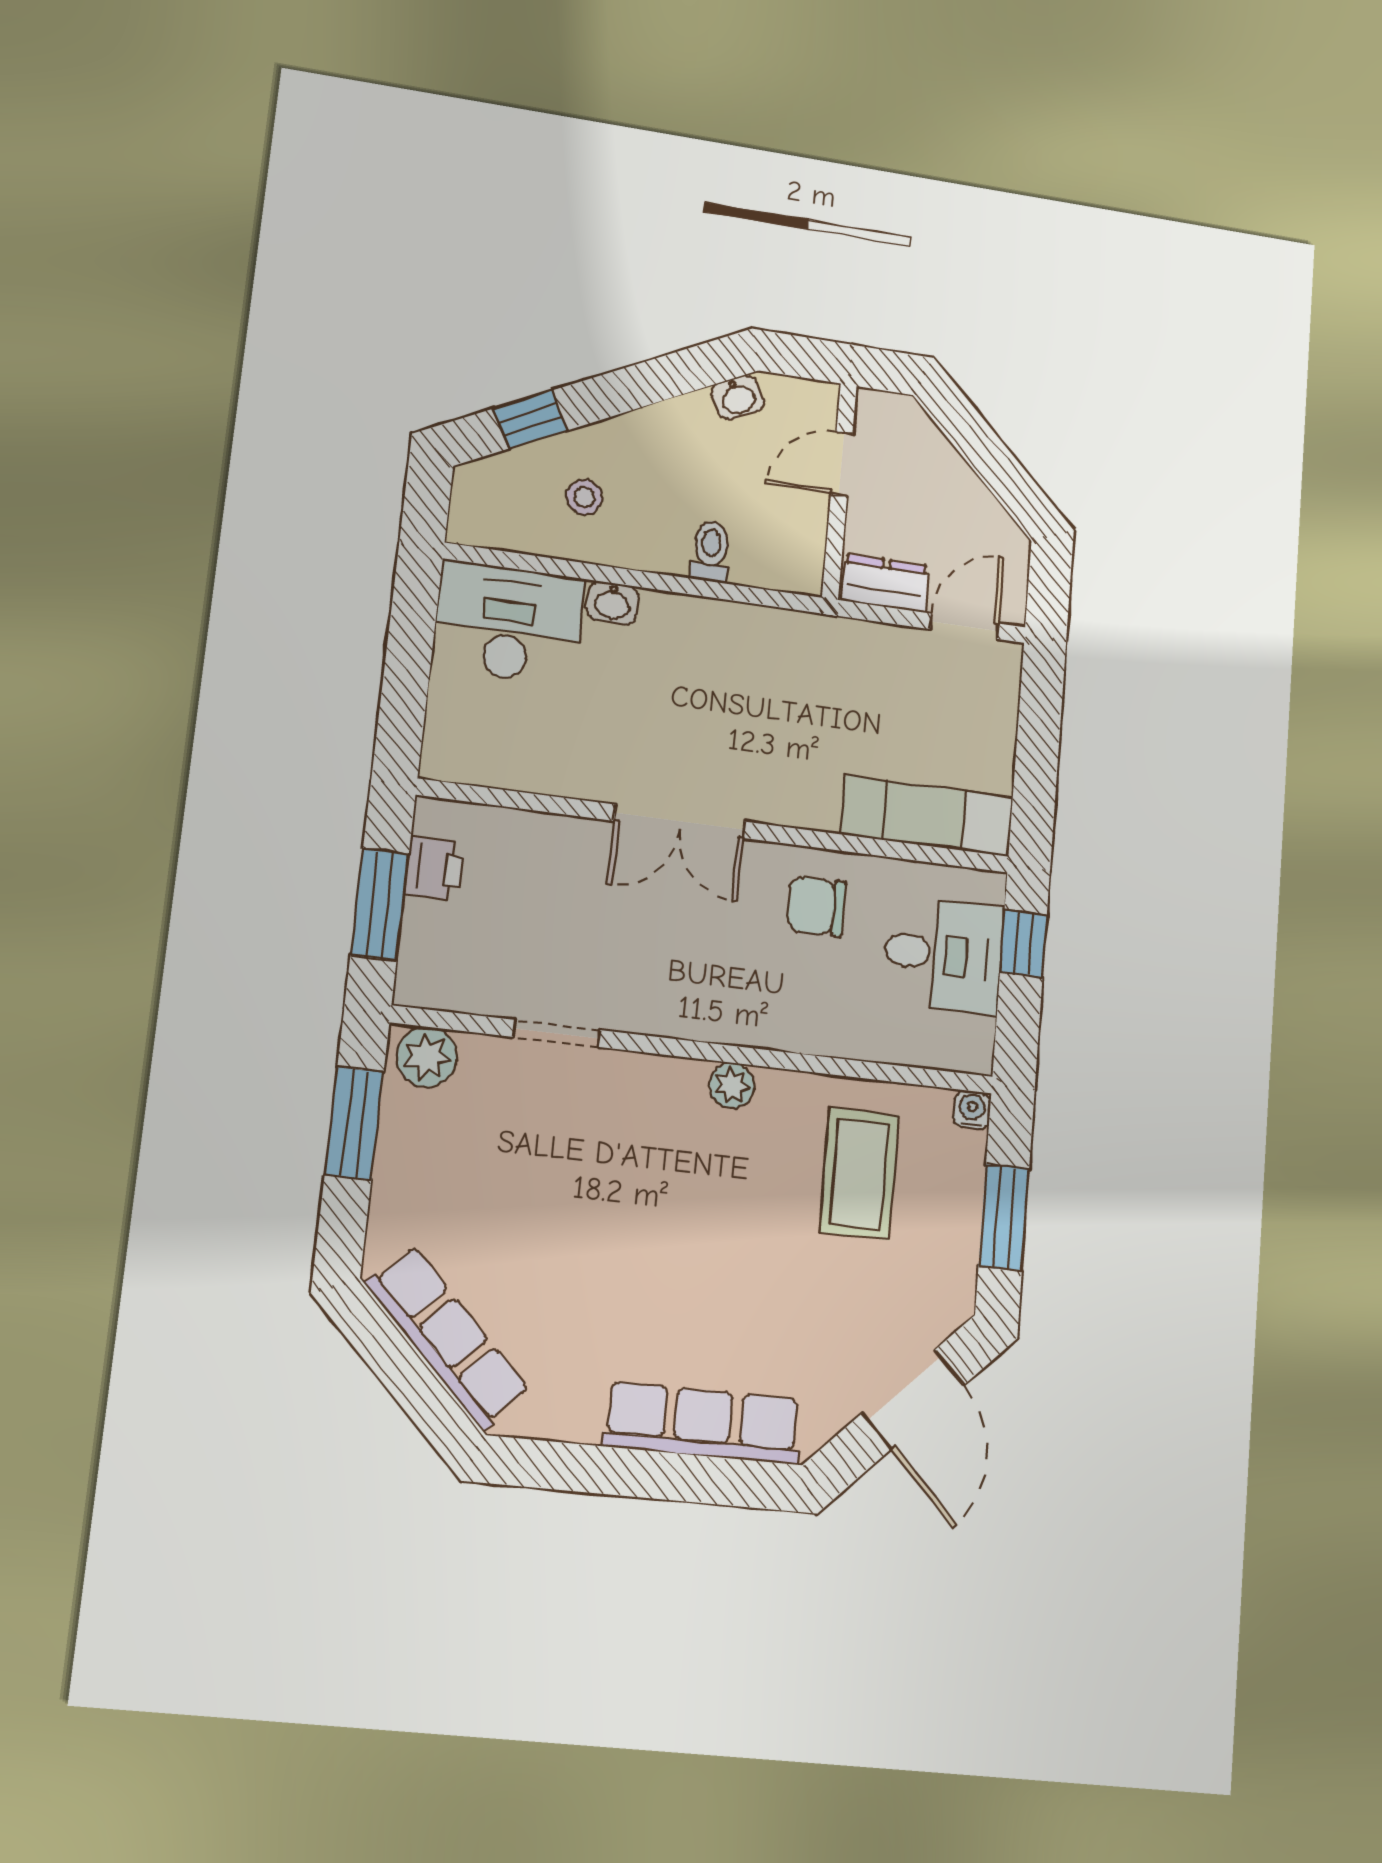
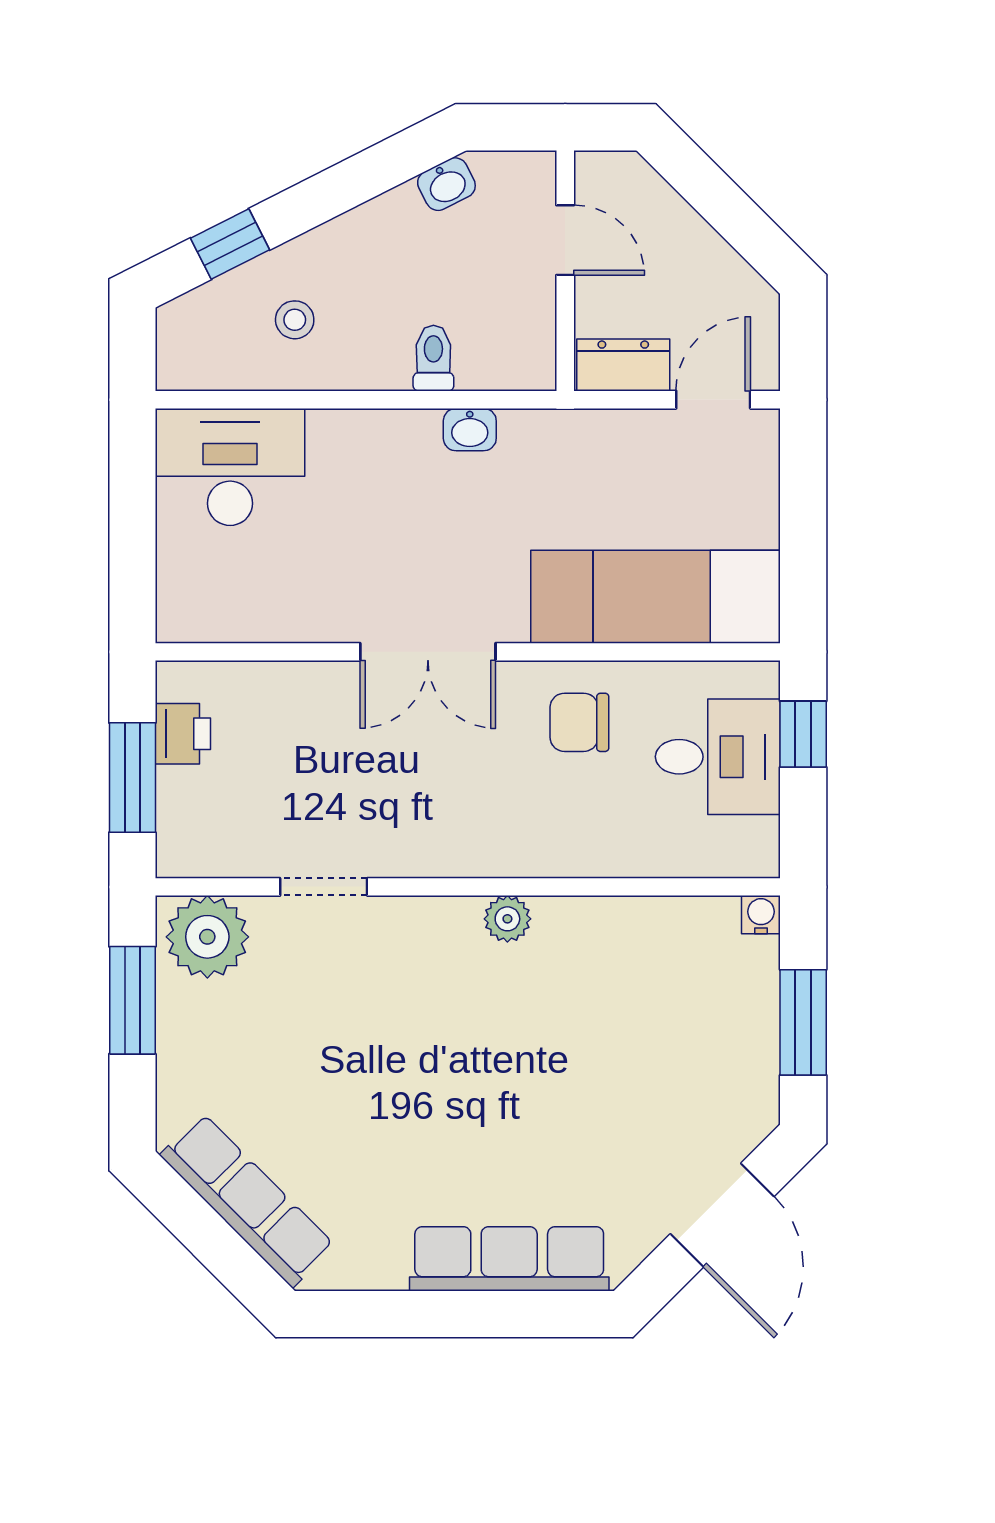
door: (842, 464) -> (565, 240), swing flipped
washbasin: (612, 603) -> (470, 430), moved
exam couch: (927, 816) -> (655, 597), width x1.36, depth x1.45
plant: (427, 1057) -> (207, 937), width x1.36, depth x1.36
coffee table: (859, 1174) -> (648, 994), removed

